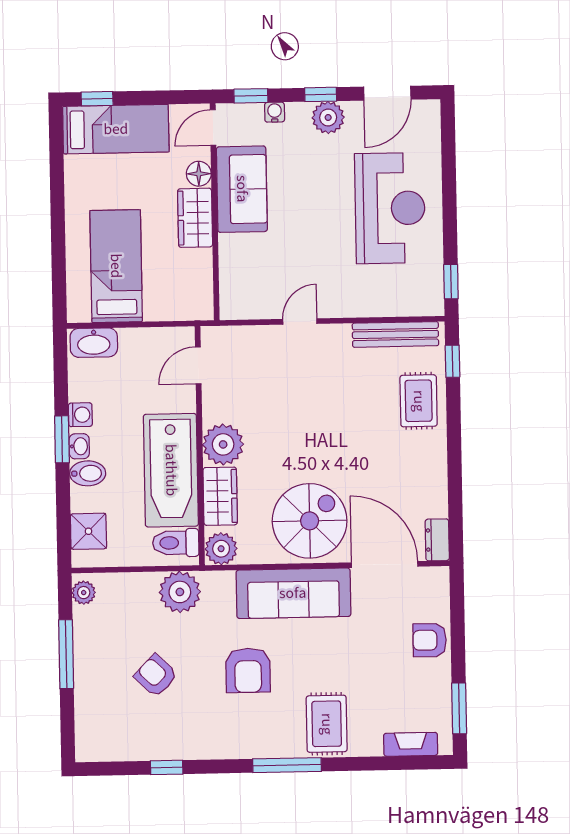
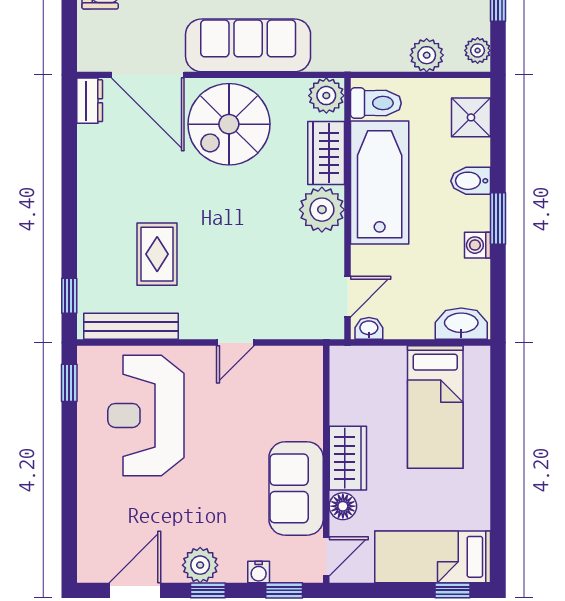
reception desk: (390, 208) -> (146, 415), moved
rug: (419, 401) -> (157, 254), moved
washbasin: (79, 446) -> (369, 328), moved, turned 90
plant: (180, 592) -> (427, 55), moved, width x0.73, depth x0.73

